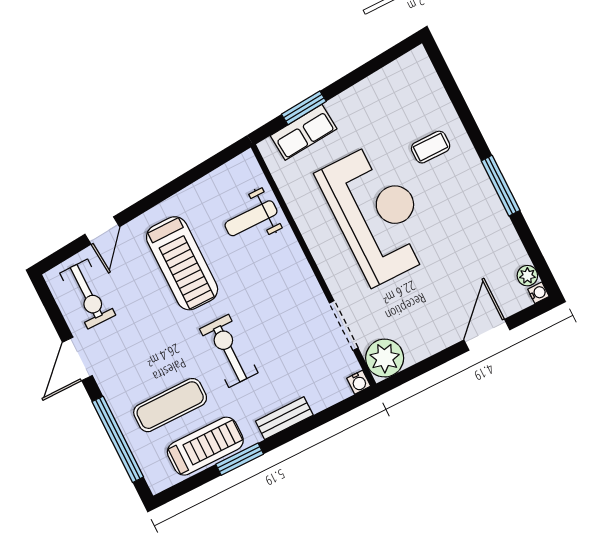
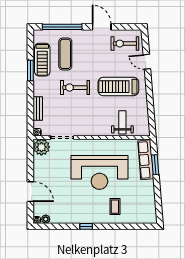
row of seats: (304, 132) -> (146, 160), width x1.48
window: (501, 186) -> (86, 226), width x0.46
exercise bike: (229, 351) -> (75, 88), turned 180
bench: (284, 418) -> (38, 108), moved

